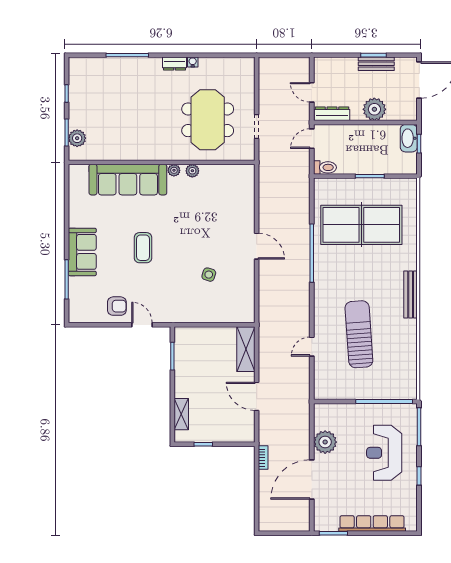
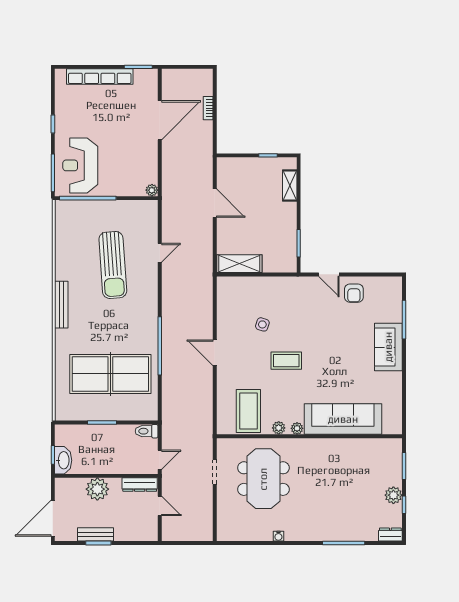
dresser: (174, 64) -> (390, 535), moved
plant: (77, 138) -> (393, 495), moved
coffee table: (223, 188) -> (248, 411), added
coffee table: (143, 248) -> (286, 361), moved, turned 90
armchair: (117, 306) -> (354, 293), turned -90
shelving: (246, 349) -> (239, 264), moved, turned 90
plant: (325, 442) -> (152, 190), moved, width x0.53, depth x0.53
reception desk: (384, 453) -> (80, 165), moved, turned 180
bookcase: (263, 458) -> (208, 108), moved

